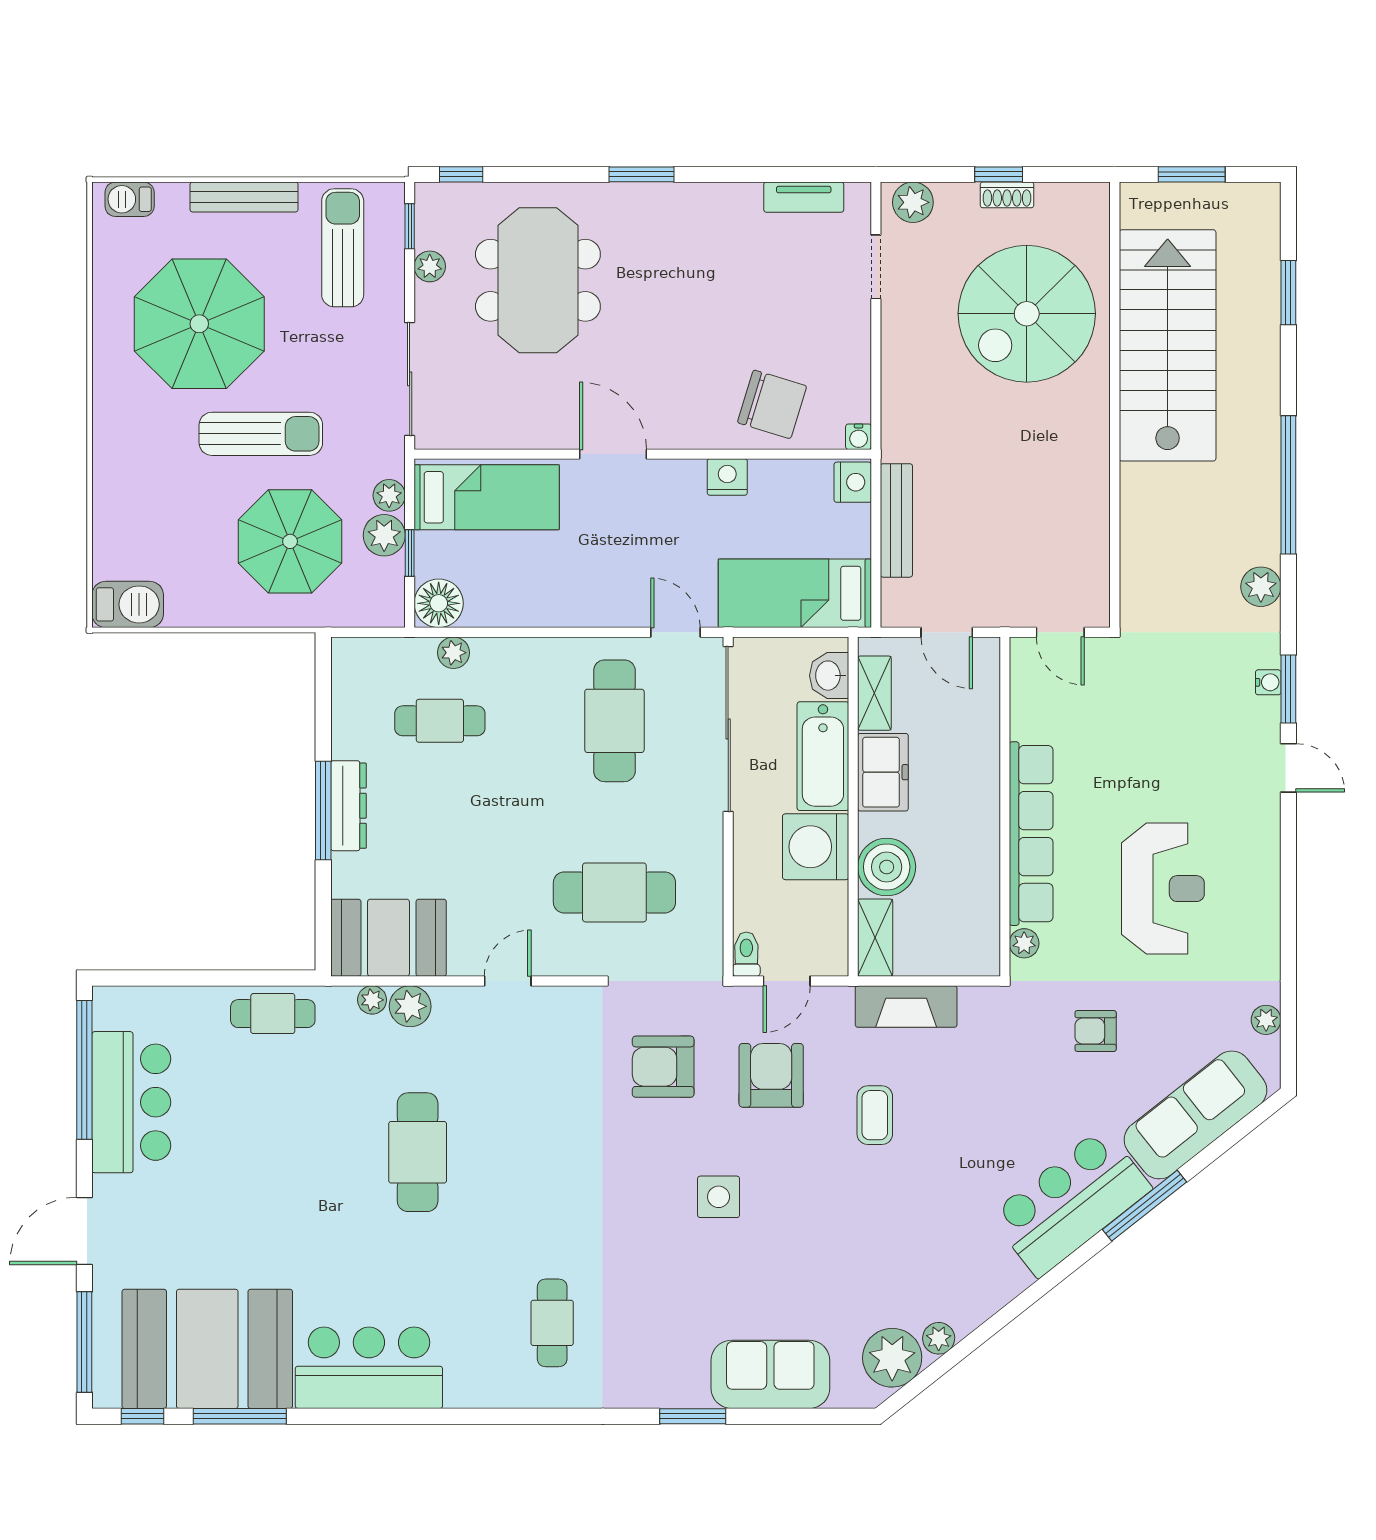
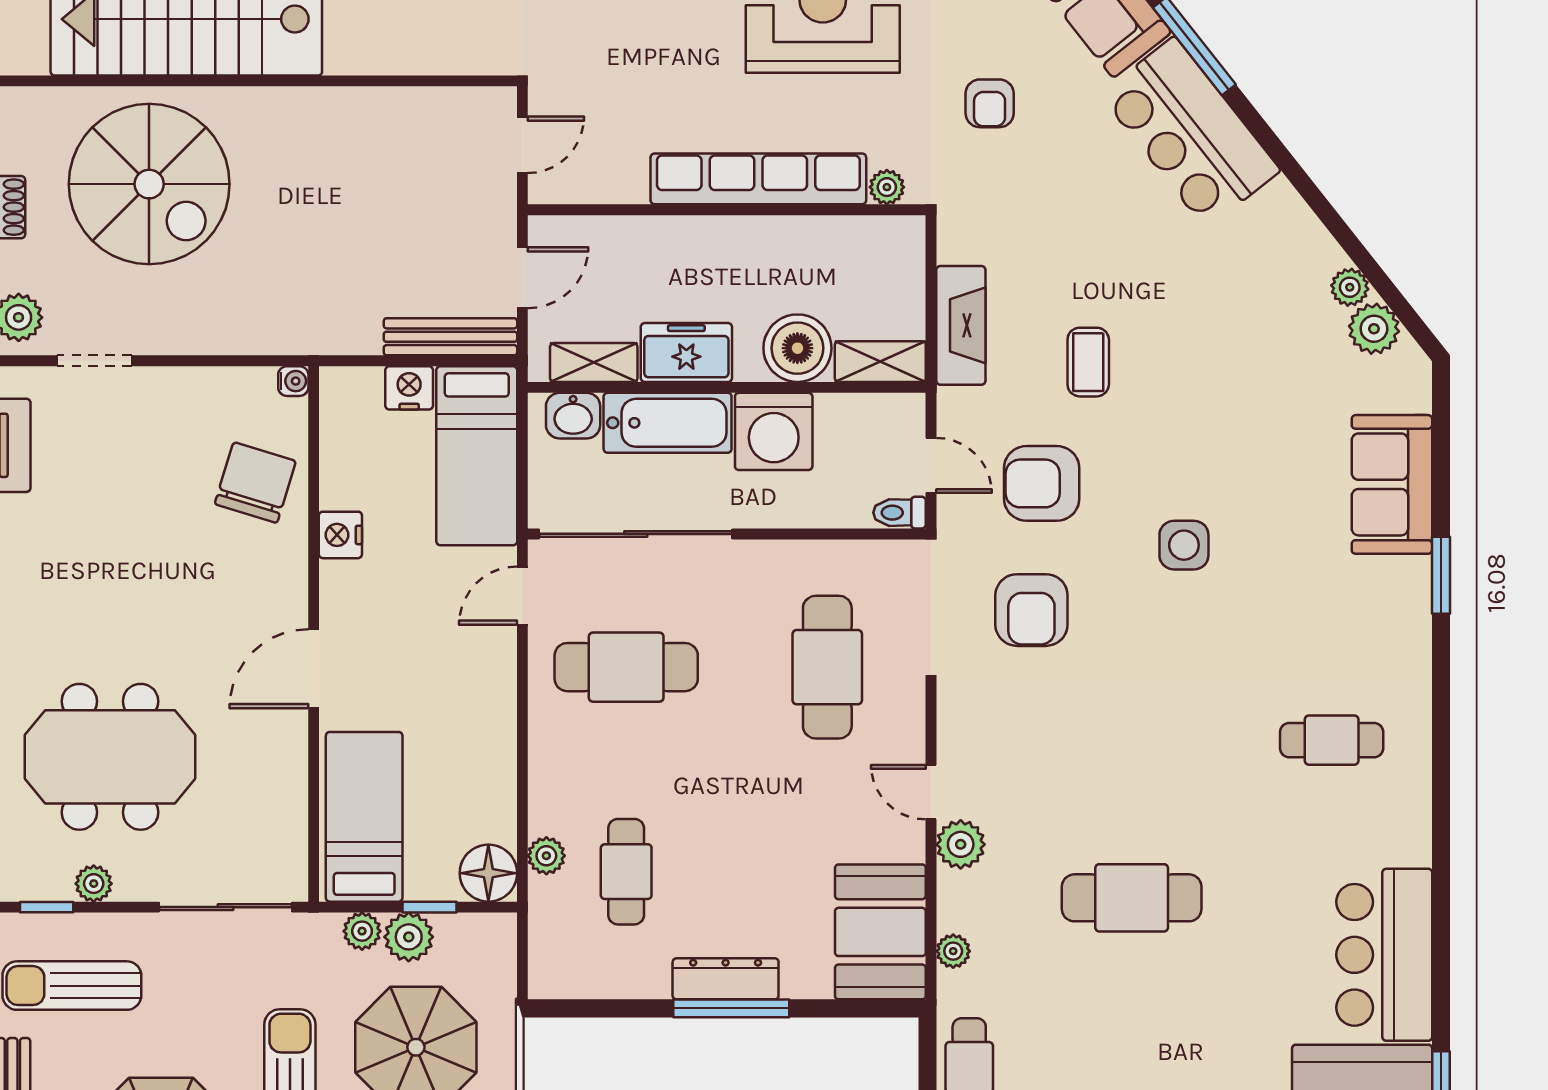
nightstand: (853, 482) -> (409, 388), moved
bench: (896, 520) -> (450, 337), moved
plant: (410, 1006) -> (961, 844), moved
coffee table: (875, 1115) -> (1088, 362), turned 90
plant: (892, 1358) -> (1374, 329), width x0.73, depth x0.73

